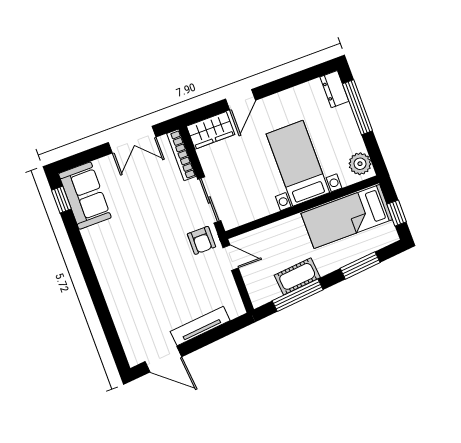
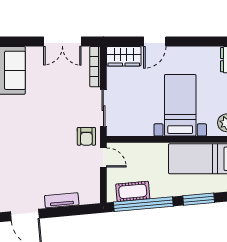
cot: (297, 276) -> (133, 191), moved
window: (298, 295) -> (143, 204), width x1.46
tv unit: (200, 326) -> (62, 200), width x0.71

